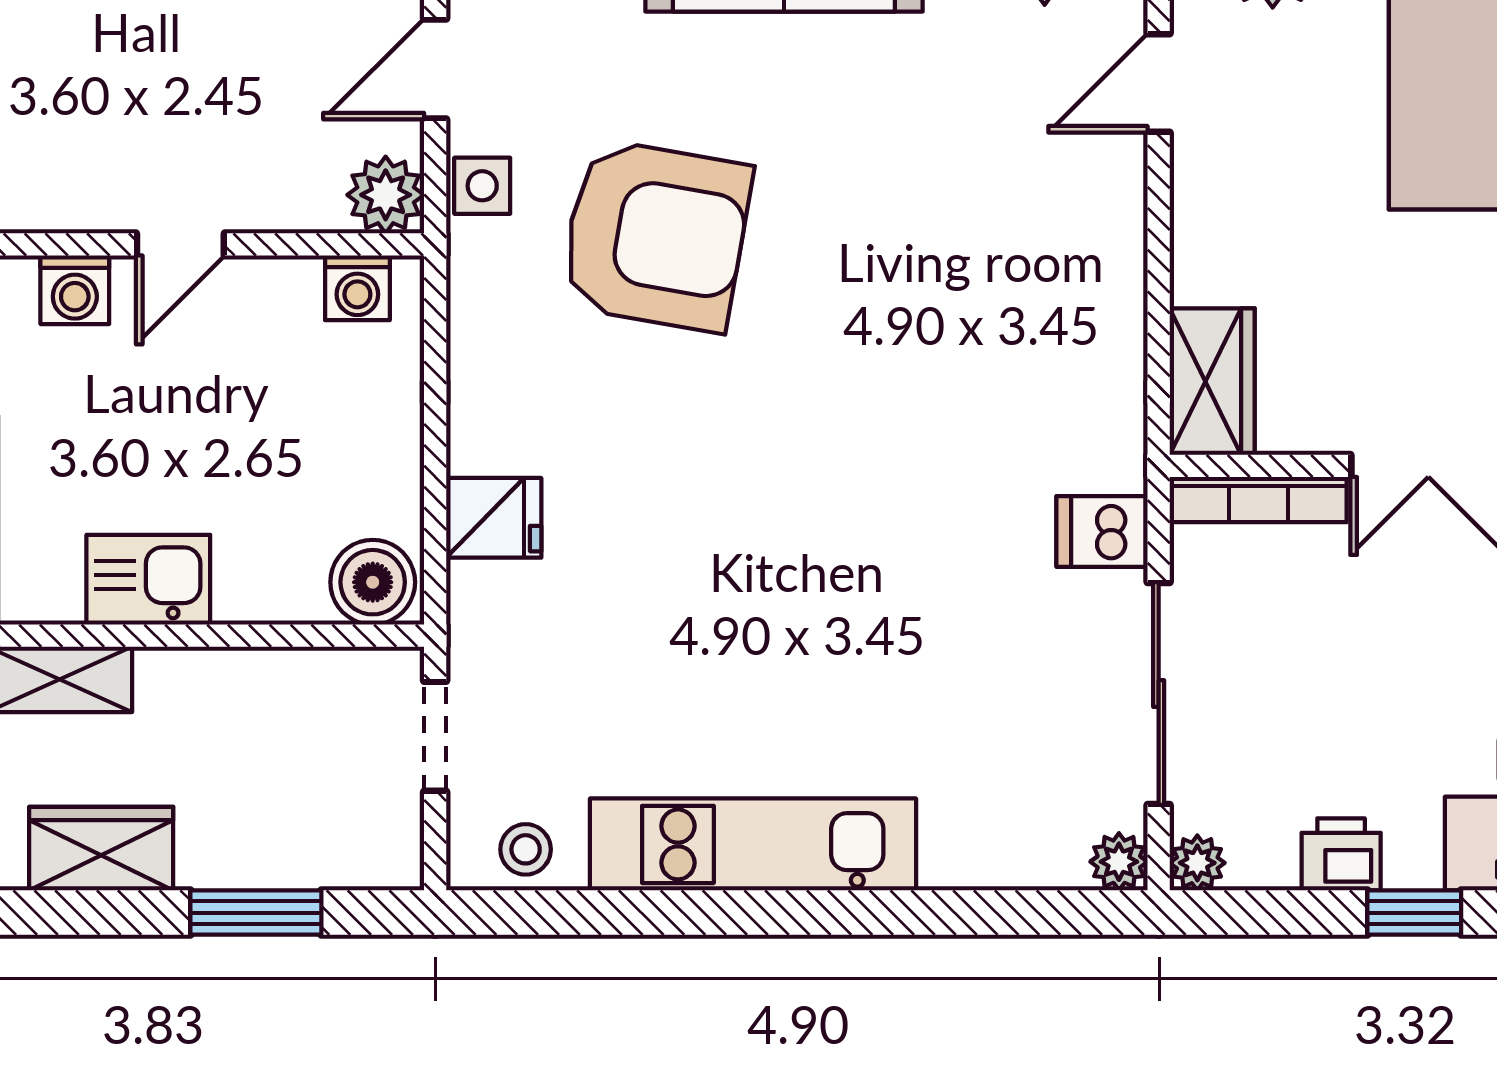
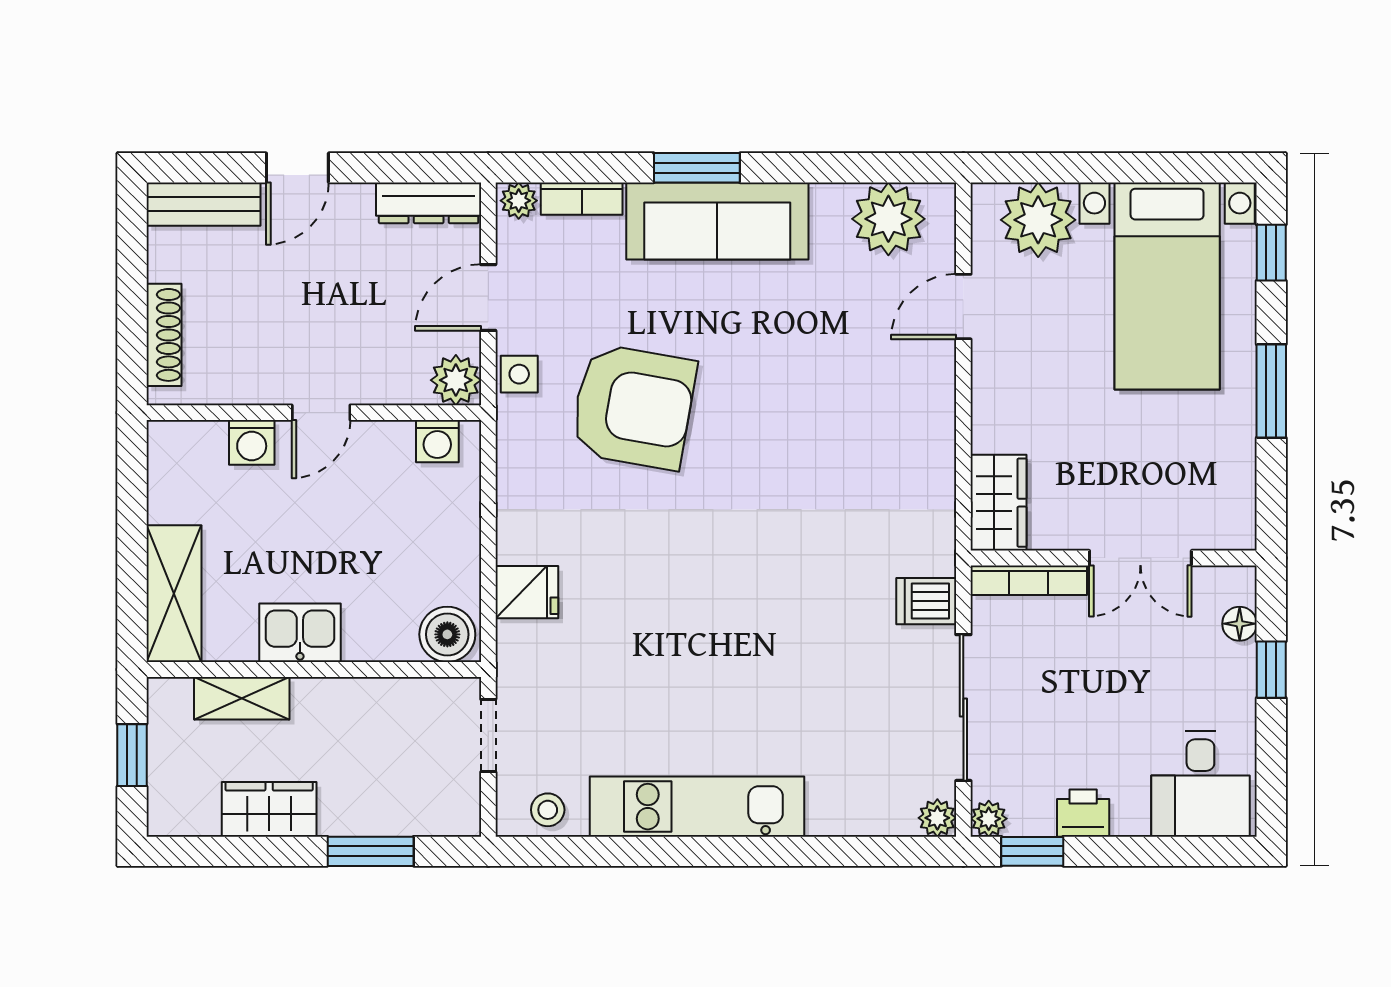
window: (1414, 913) -> (1032, 851), moved

